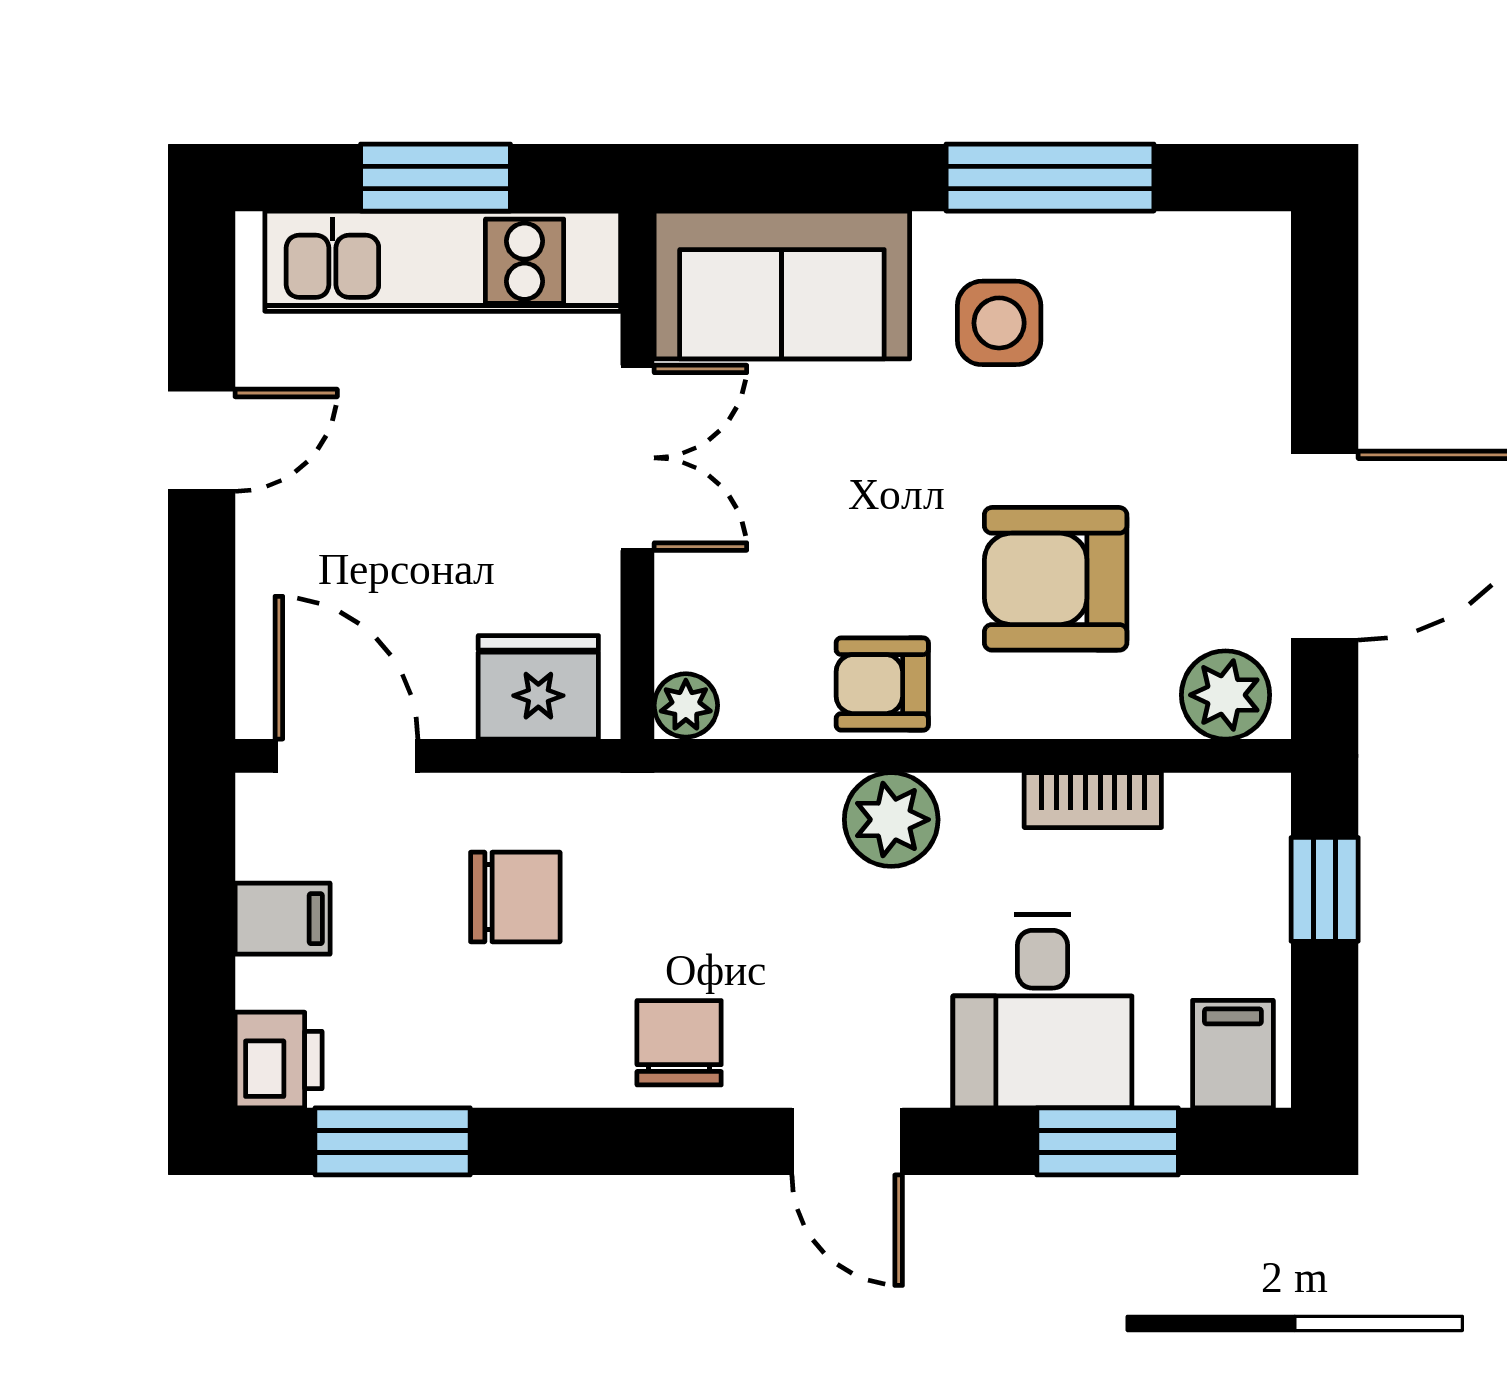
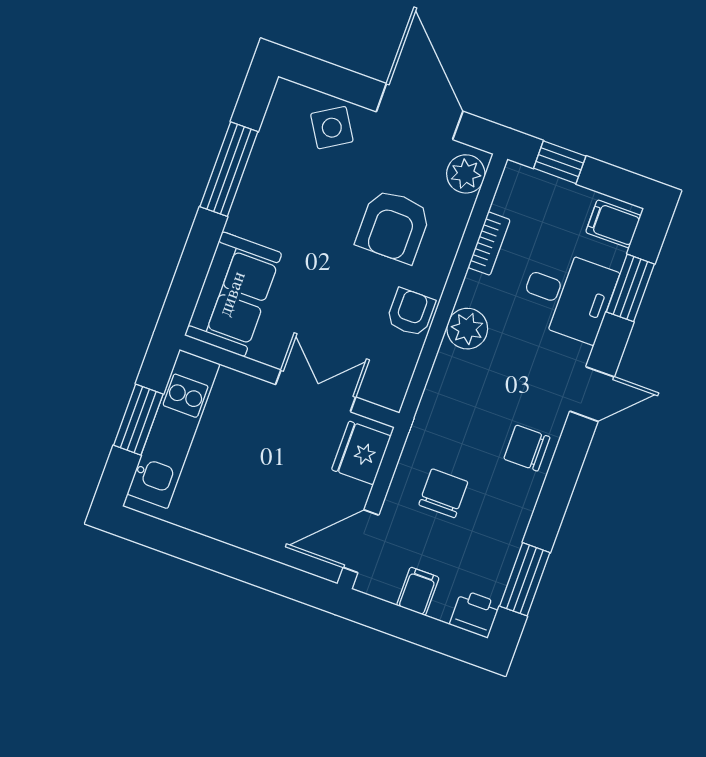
side table: (999, 323) -> (332, 128), moved, turned -32
door: (202, 440) -> (211, 554), removed
double door: (637, 458) -> (316, 391), moved
armchair: (882, 684) -> (411, 312), turned 180
plant: (686, 705) -> (390, 395), removed

